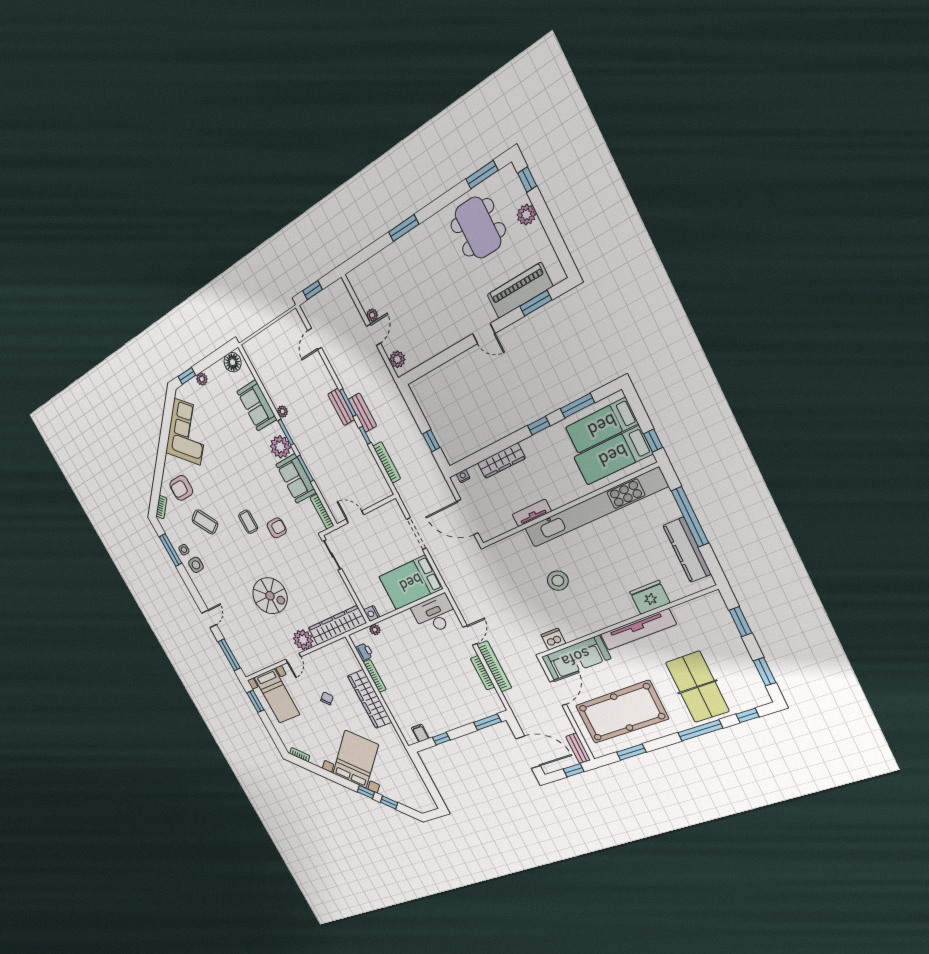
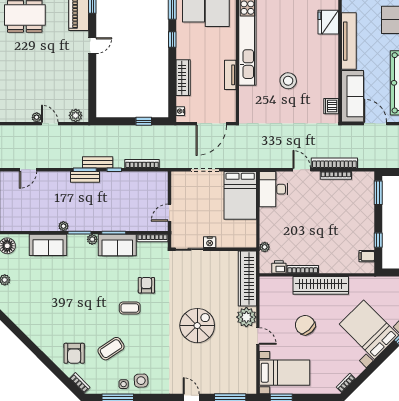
door: (315, 339) -> (28, 170), hinge flipped
corner sofa: (187, 432) -> (35, 319), removed
plant: (280, 447) -> (92, 239), width x0.53, depth x0.53
nightstand: (372, 613) -> (210, 242), moved
chair: (327, 698) -> (305, 325), width x1.87, depth x1.87

